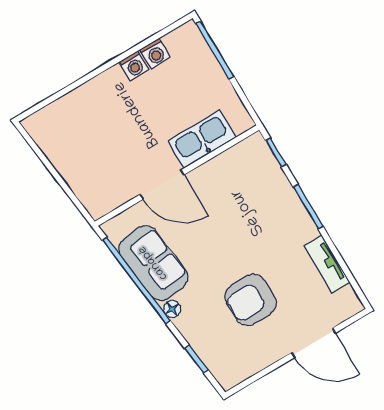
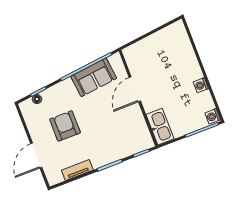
washing machine: (155, 53) -> (213, 116), moved
kitchen sink: (202, 139) -> (160, 127), moved
floor lamp: (172, 309) -> (37, 99), moved

